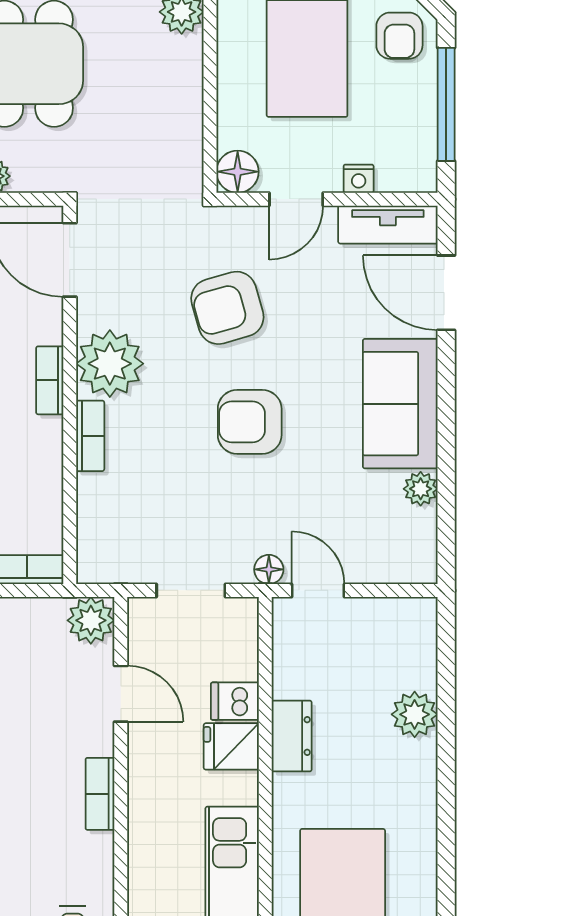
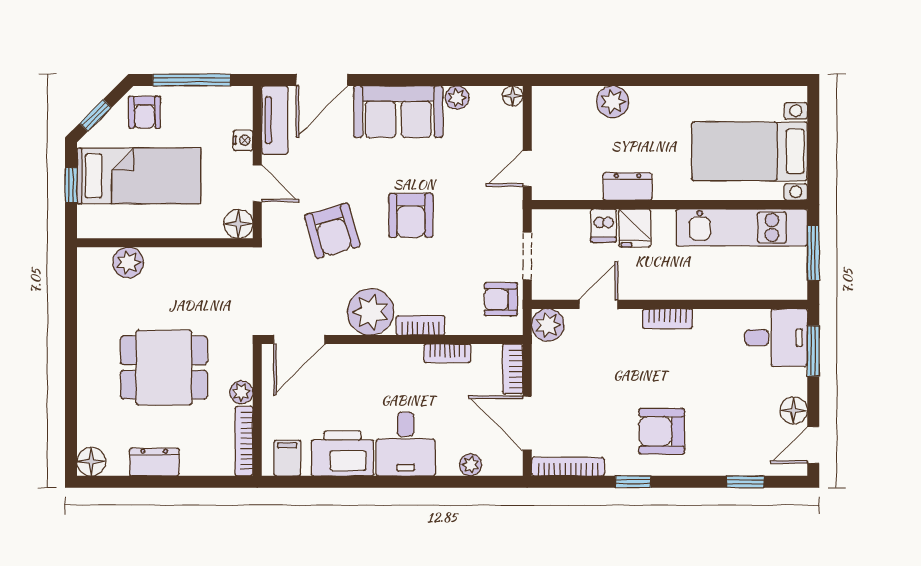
armchair: (399, 36) -> (145, 112), turned 90
bookcase: (50, 380) -> (447, 353), moved
armchair: (128, 552) -> (501, 299), added
floor lamp: (269, 569) -> (513, 96), moved

